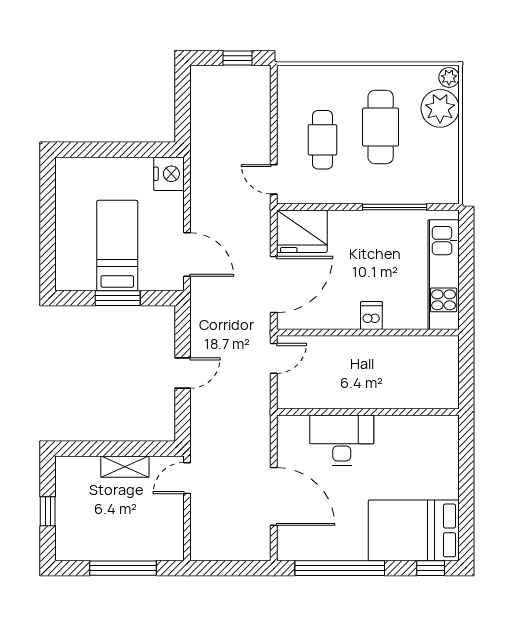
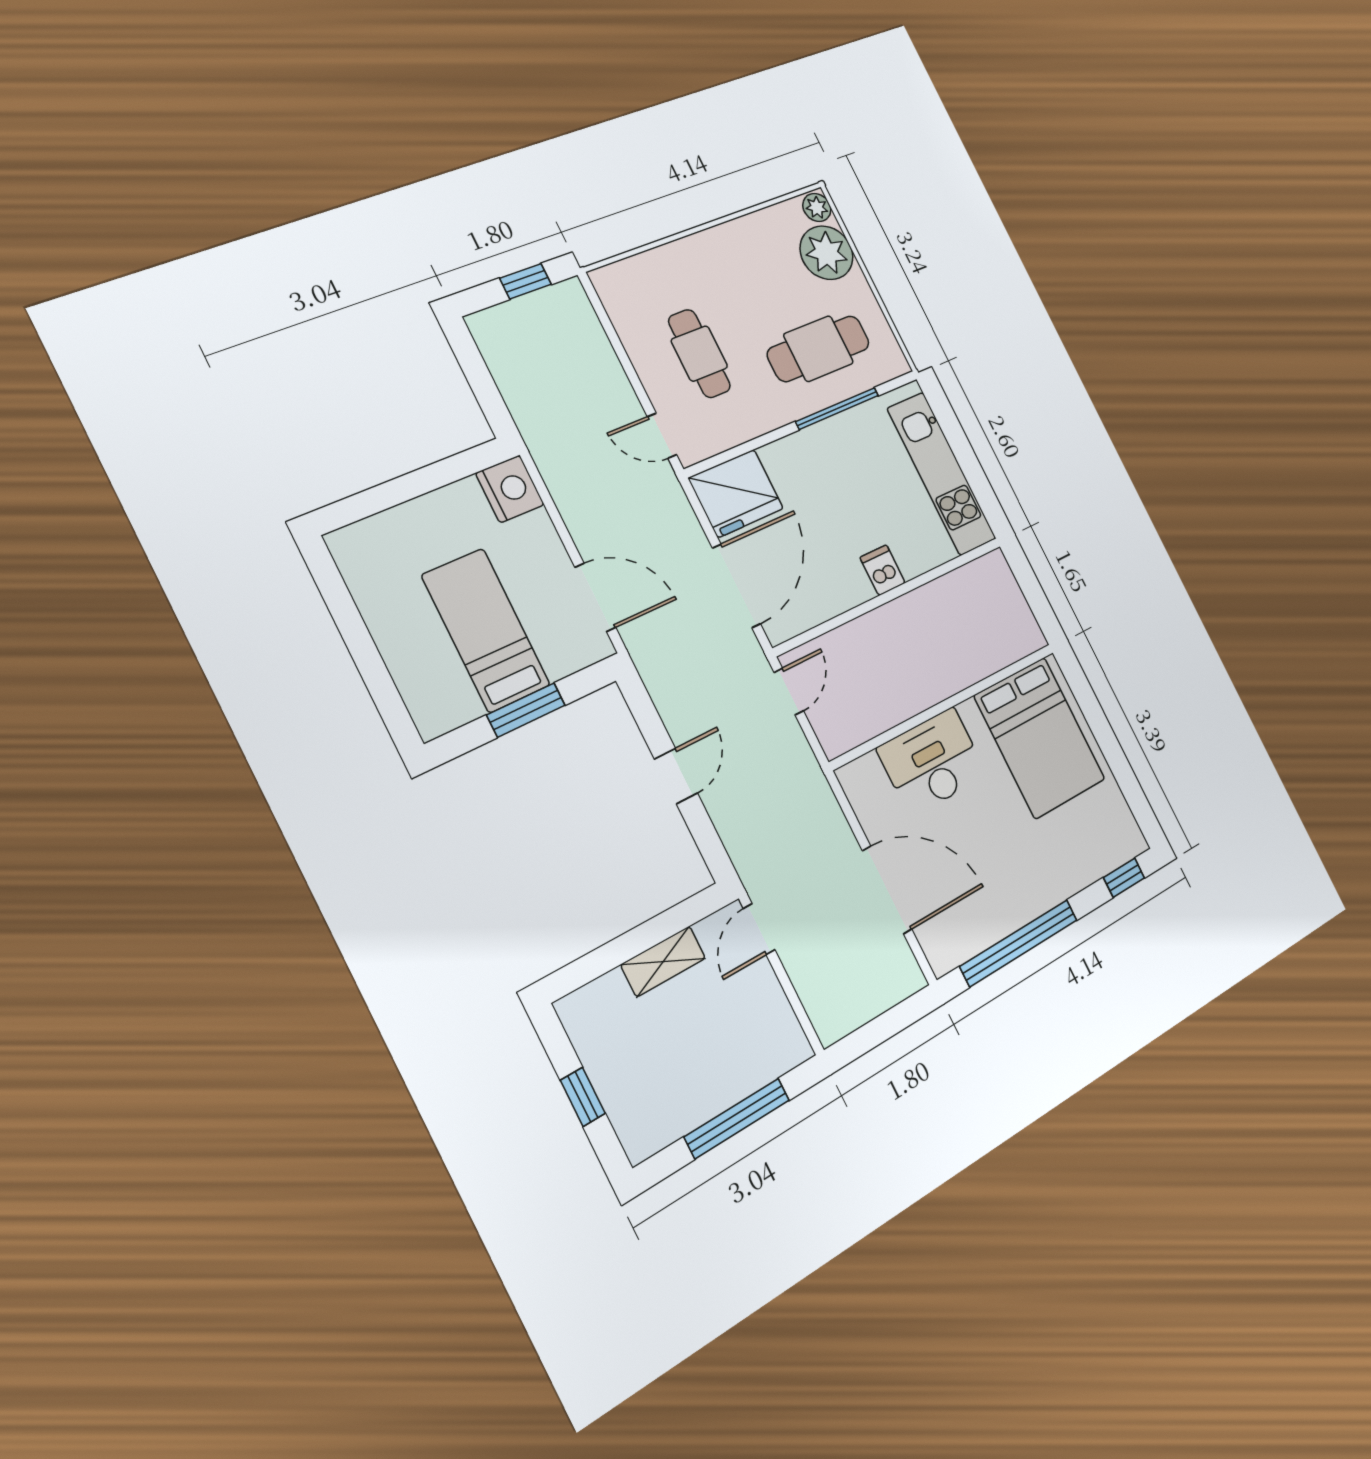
cafe table: (381, 127) -> (818, 349), moved, turned 90
bed: (414, 530) -> (1040, 738), moved, turned -90

